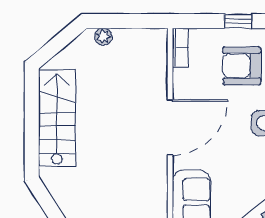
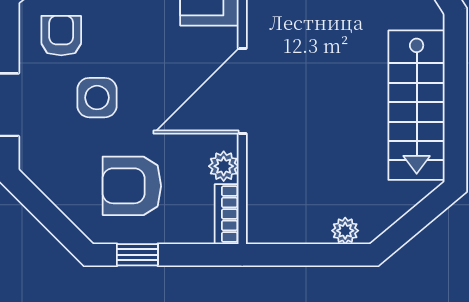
armchair: (242, 66) -> (132, 186), turned 180
plant: (182, 79) -> (224, 166), added

